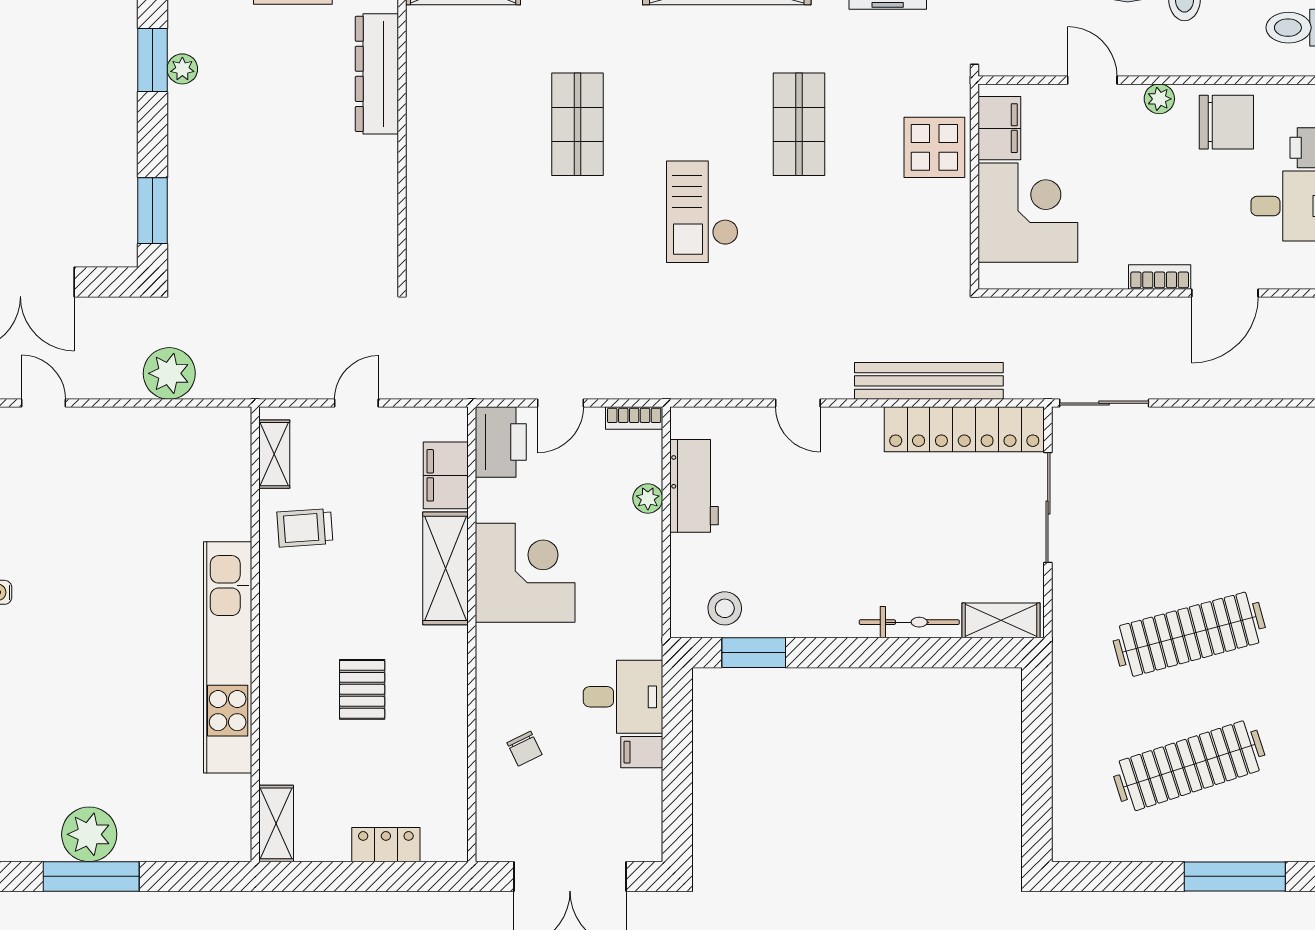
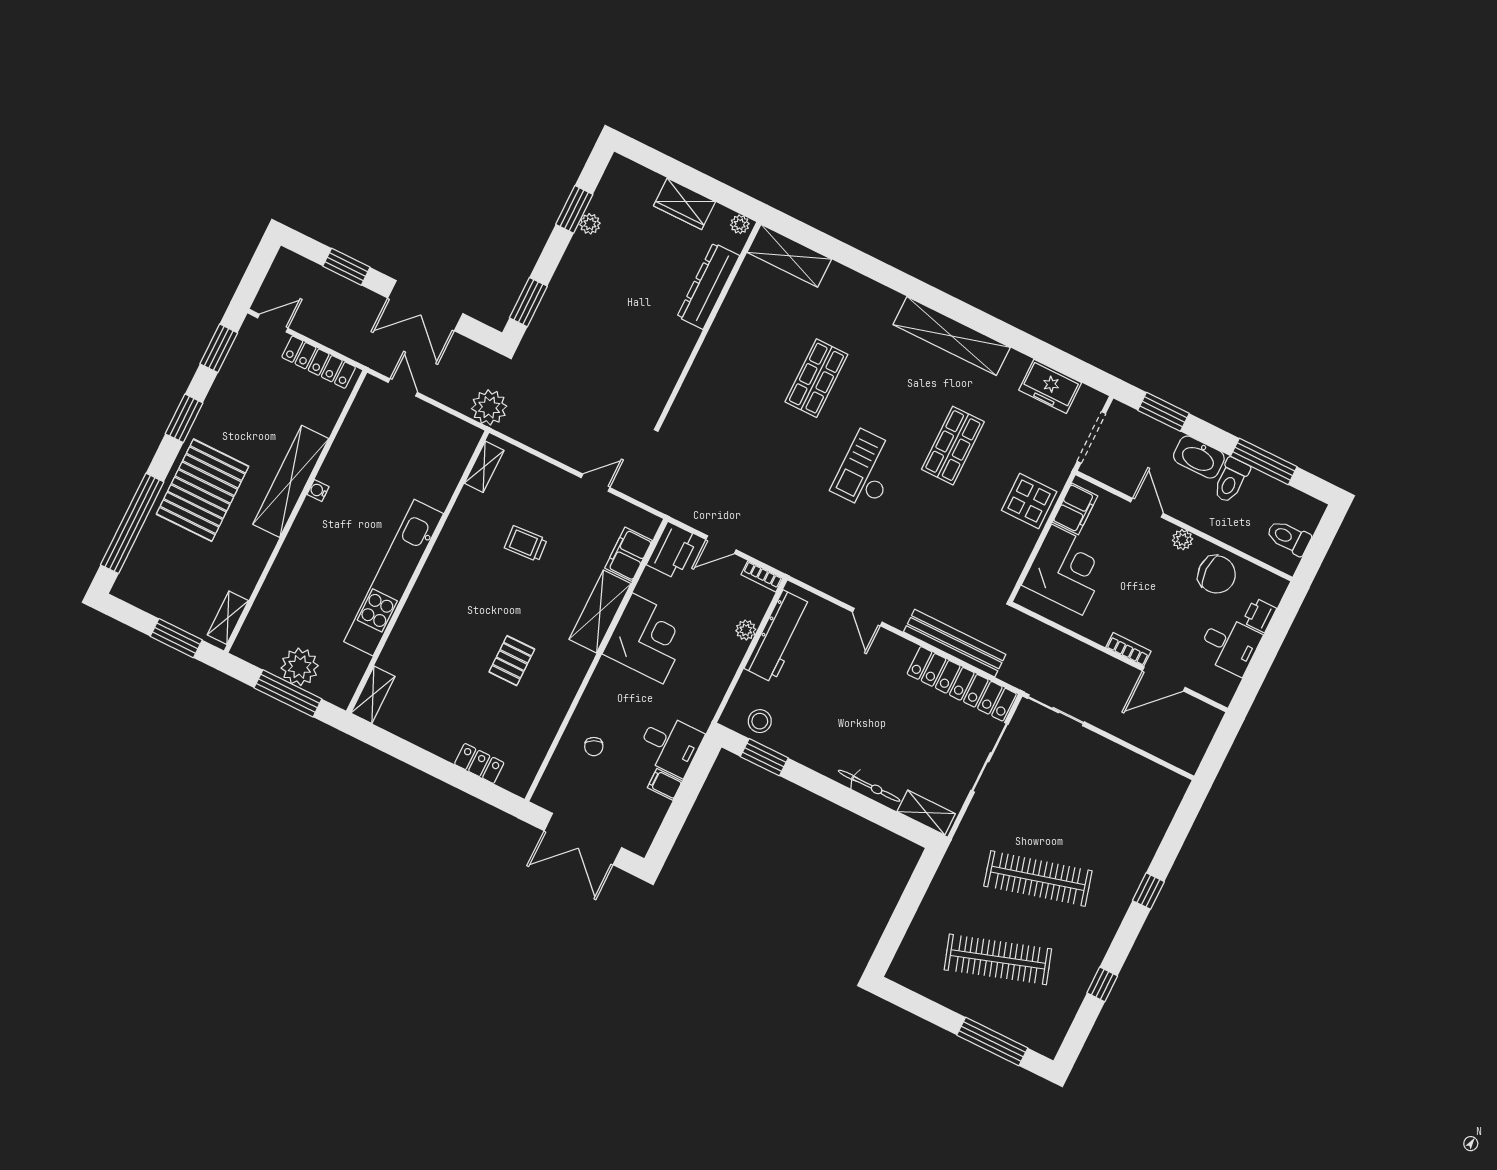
shelving: (274, 454) -> (484, 467), moved
workbench: (694, 486) -> (778, 636), width x1.38
wall: (255, 634) -> (418, 572), moved
kitchen unit: (228, 657) -> (394, 578), moved
shelving: (276, 823) -> (373, 695), moved

